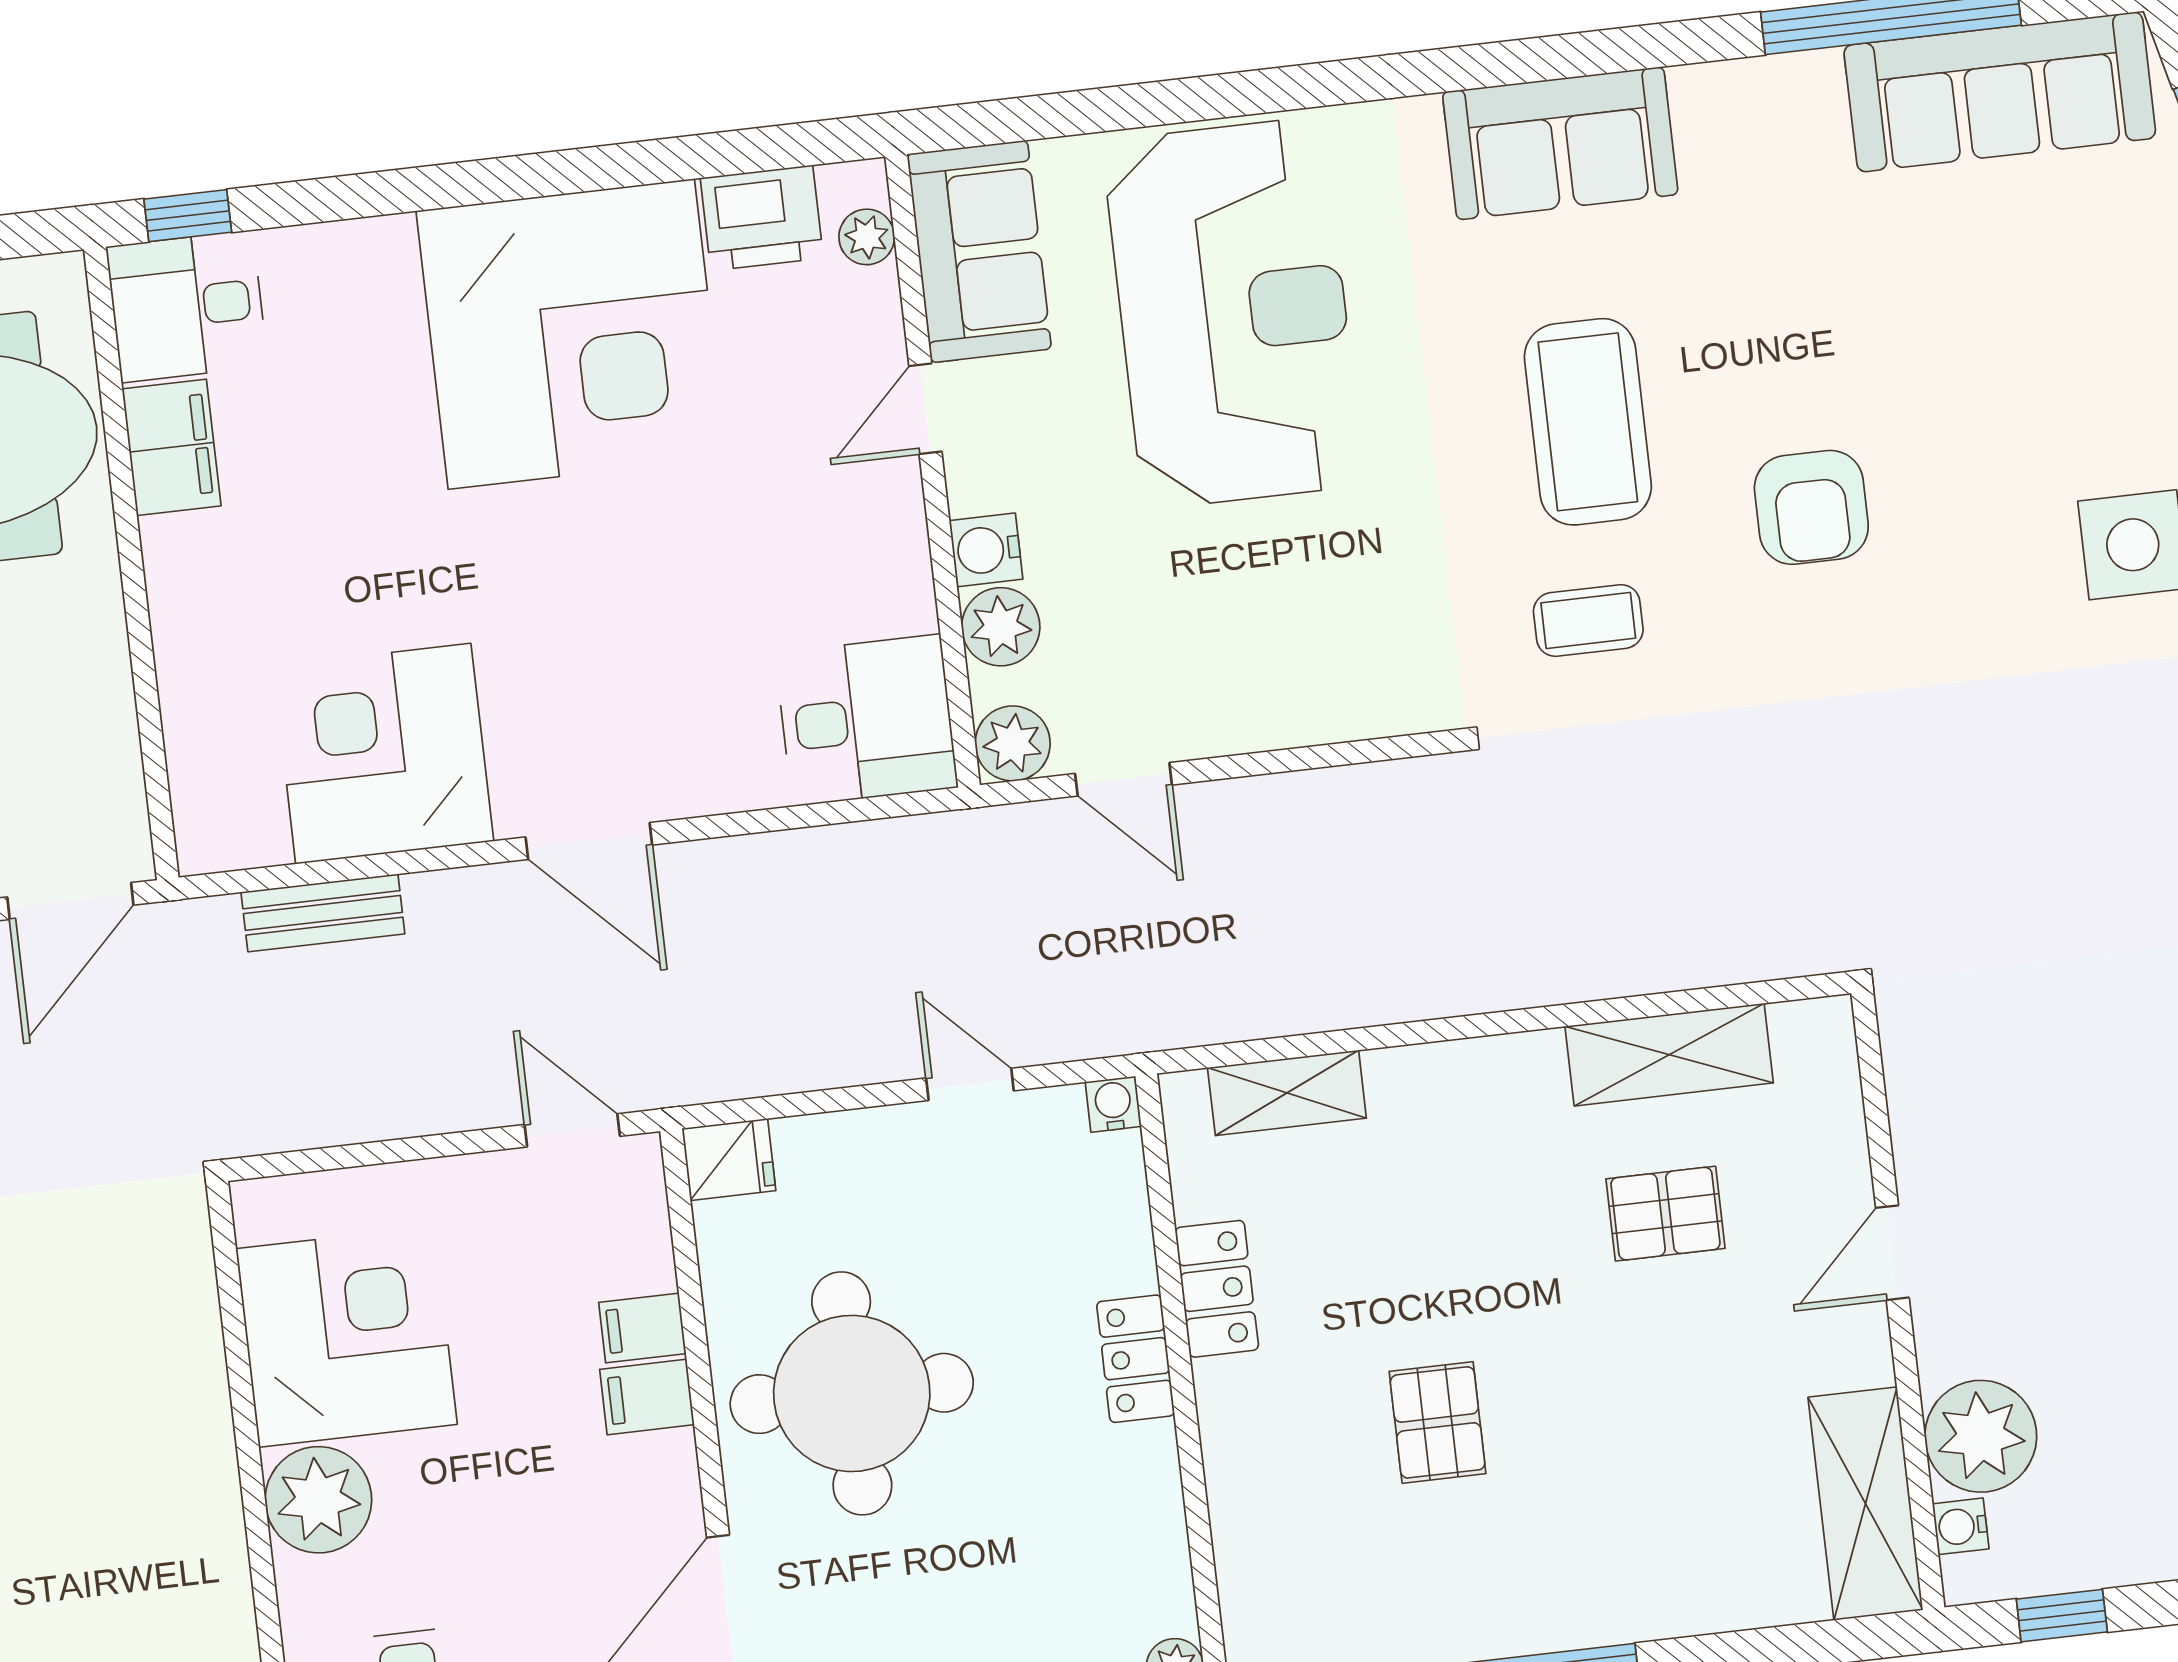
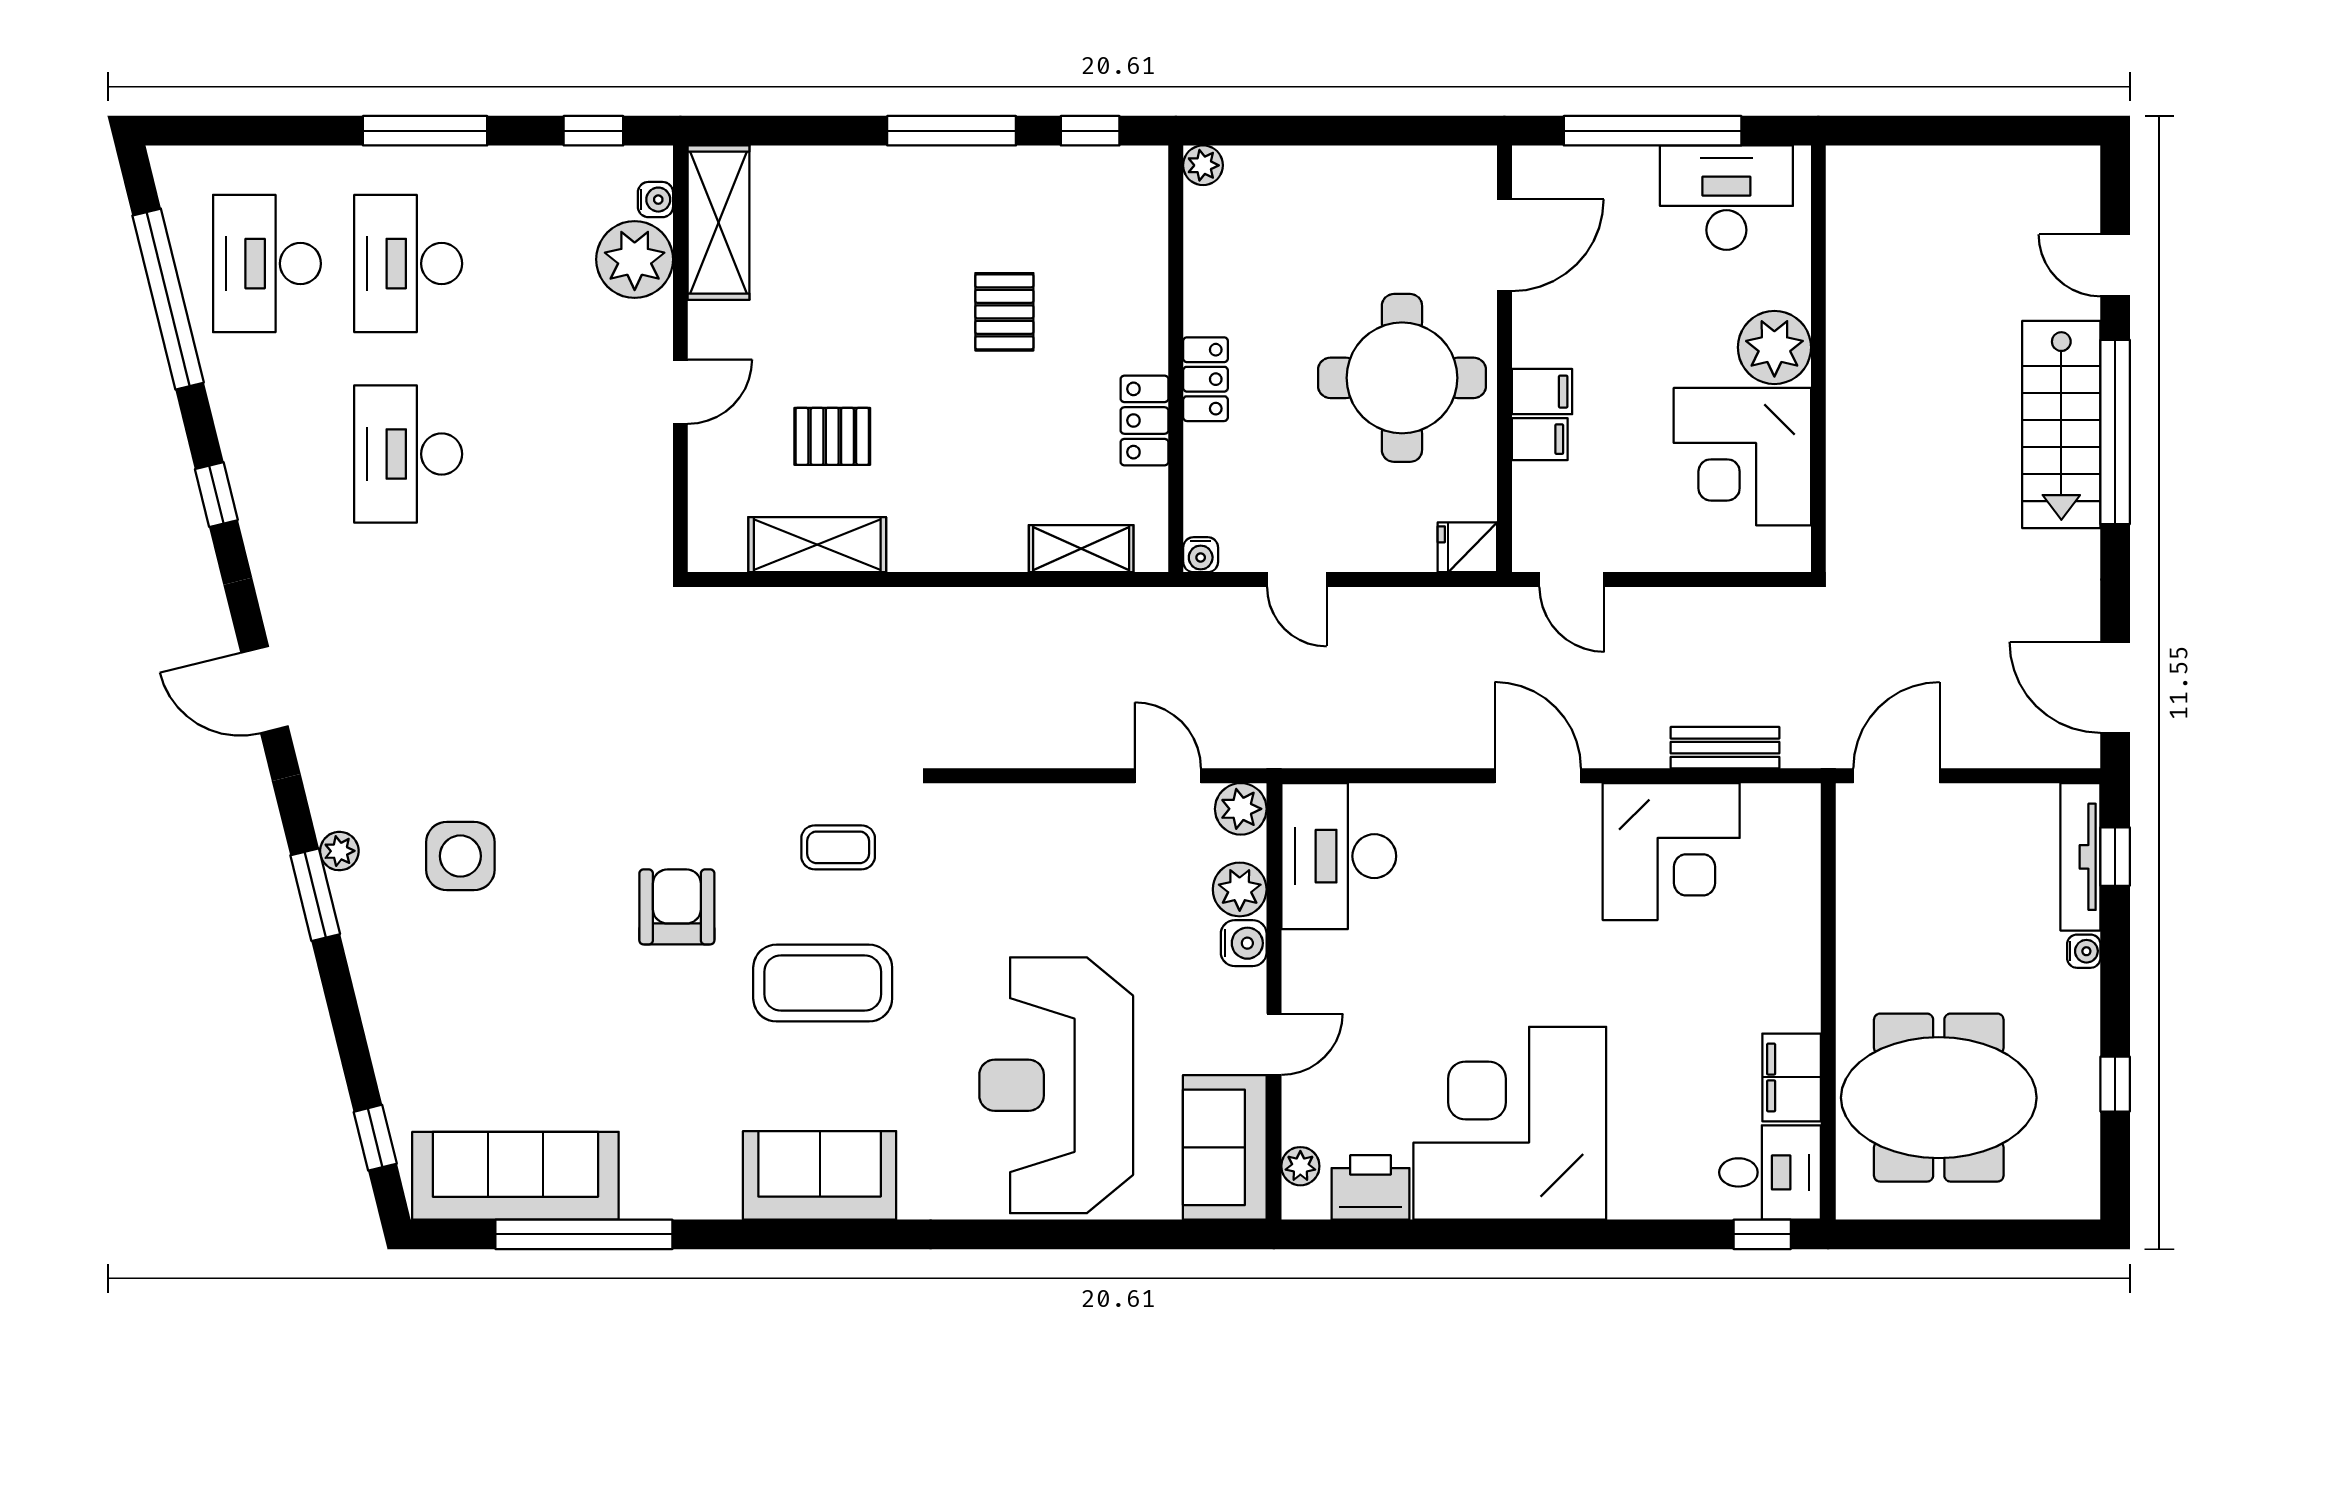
coffee table: (1588, 422) -> (823, 983), turned 90
desk: (867, 720) -> (1339, 856), width x1.37

